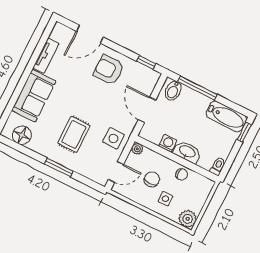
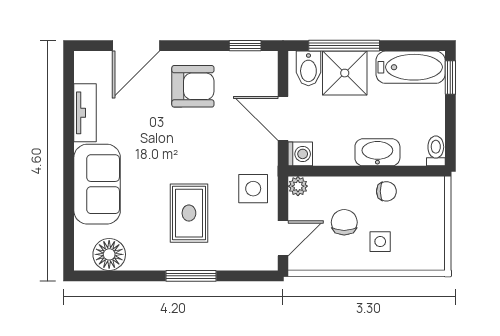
armchair: (109, 70) -> (193, 86), turned 180
shower: (191, 102) -> (345, 73), added
washing machine: (168, 143) -> (300, 154), moved, turned 90
plant: (188, 219) -> (430, 256), removed

